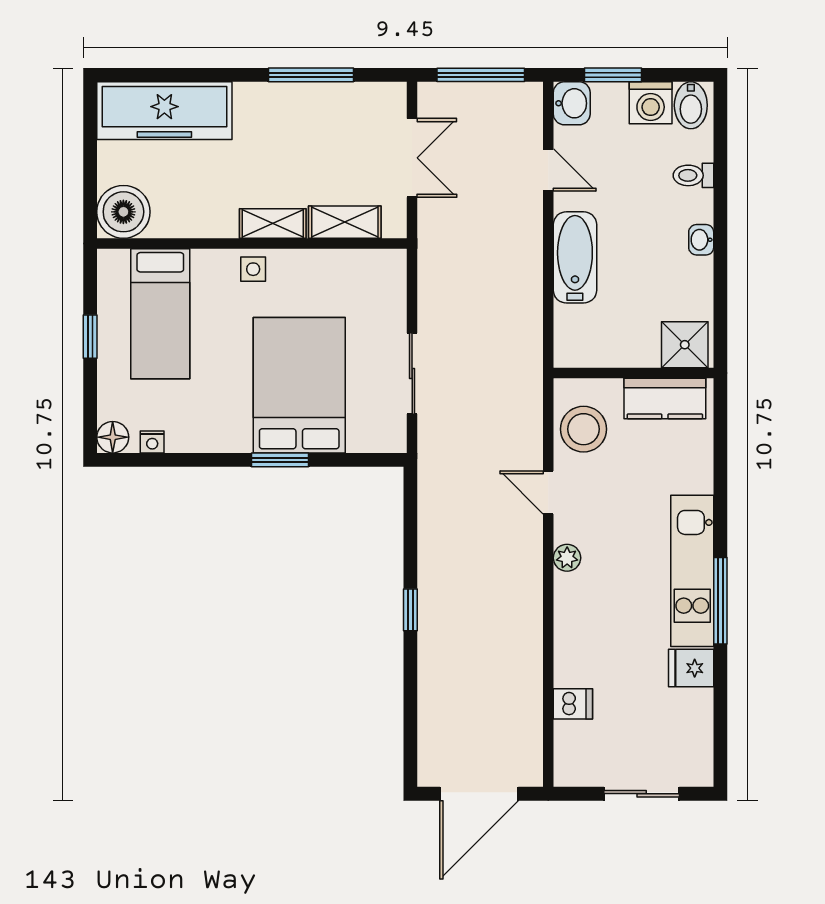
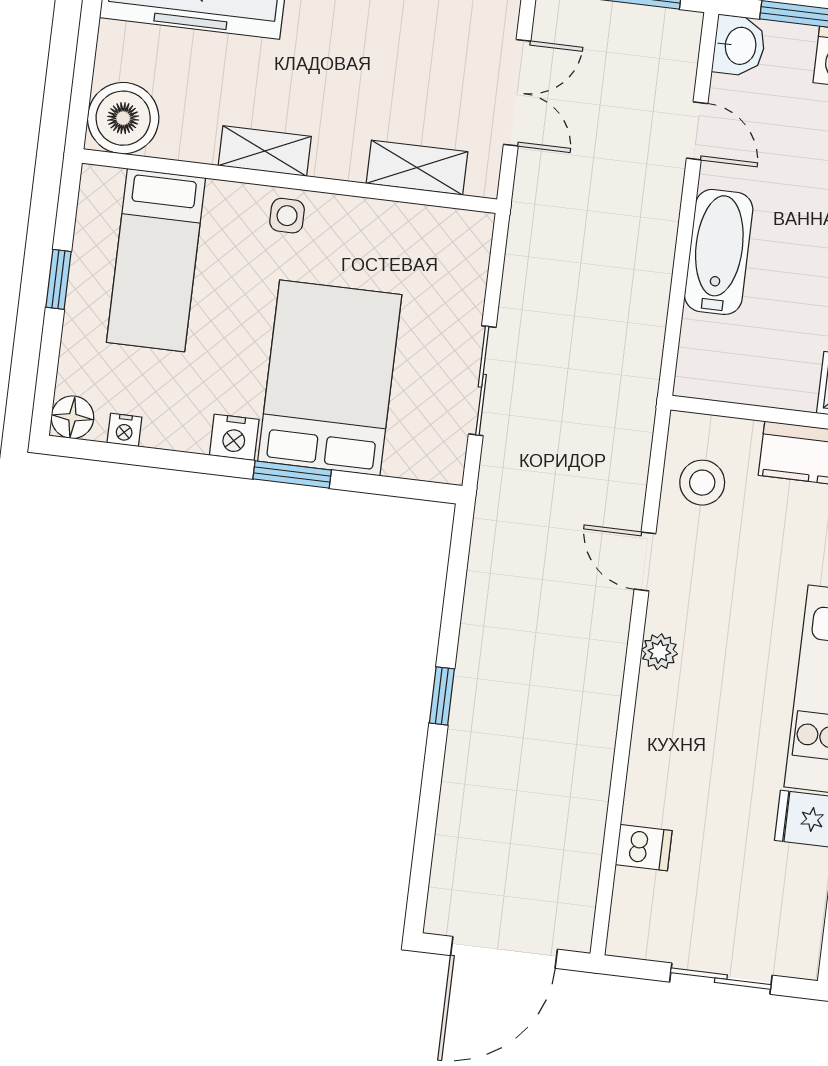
shelving: (273, 223) -> (265, 151), moved
stool: (583, 429) -> (702, 483), width x0.73, depth x0.73
nightstand: (234, 438) -> (234, 437), added

